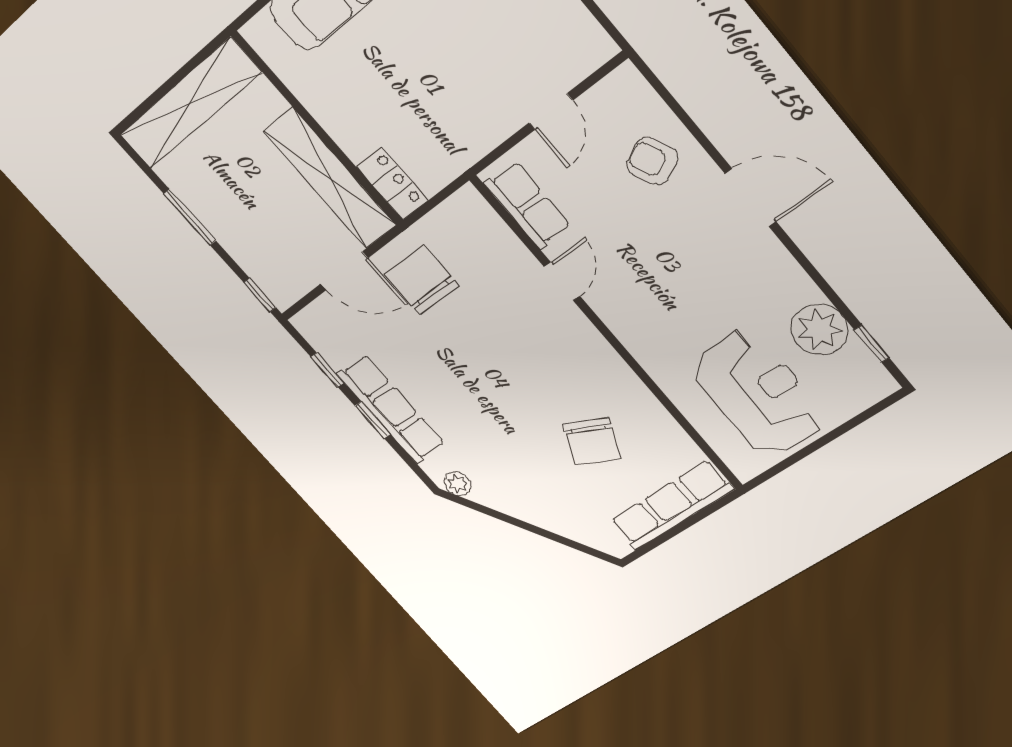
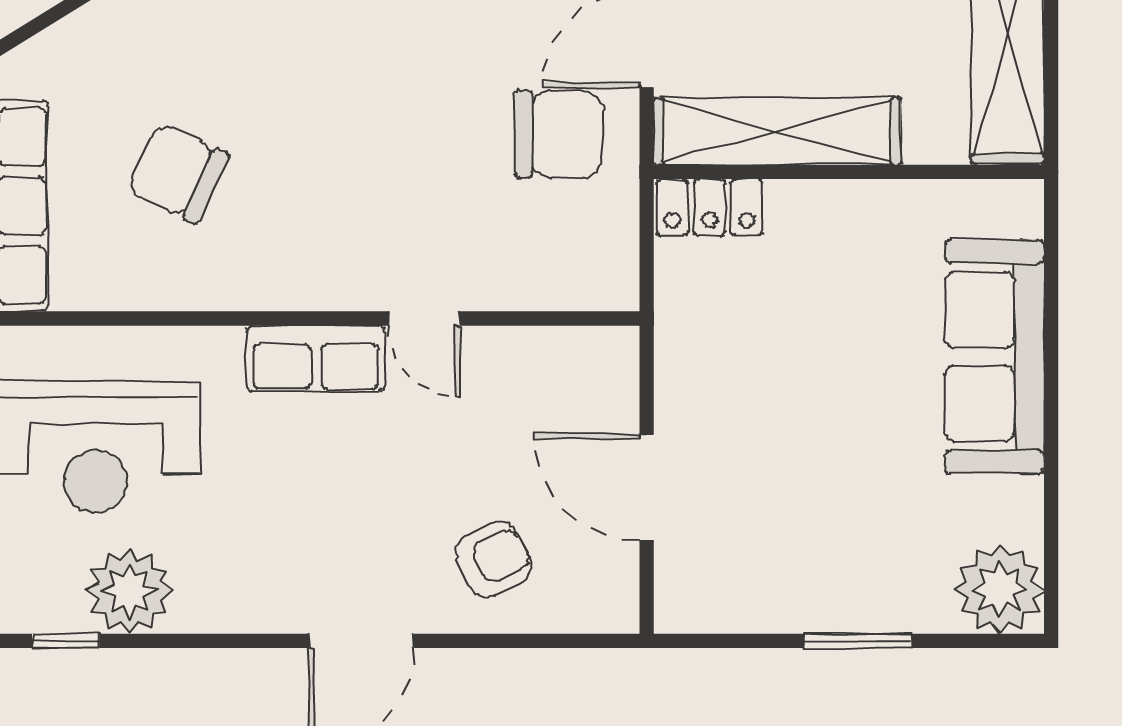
door: (551, 112) -> (647, 487), width x1.38
row of seats: (528, 205) -> (316, 358), moved

